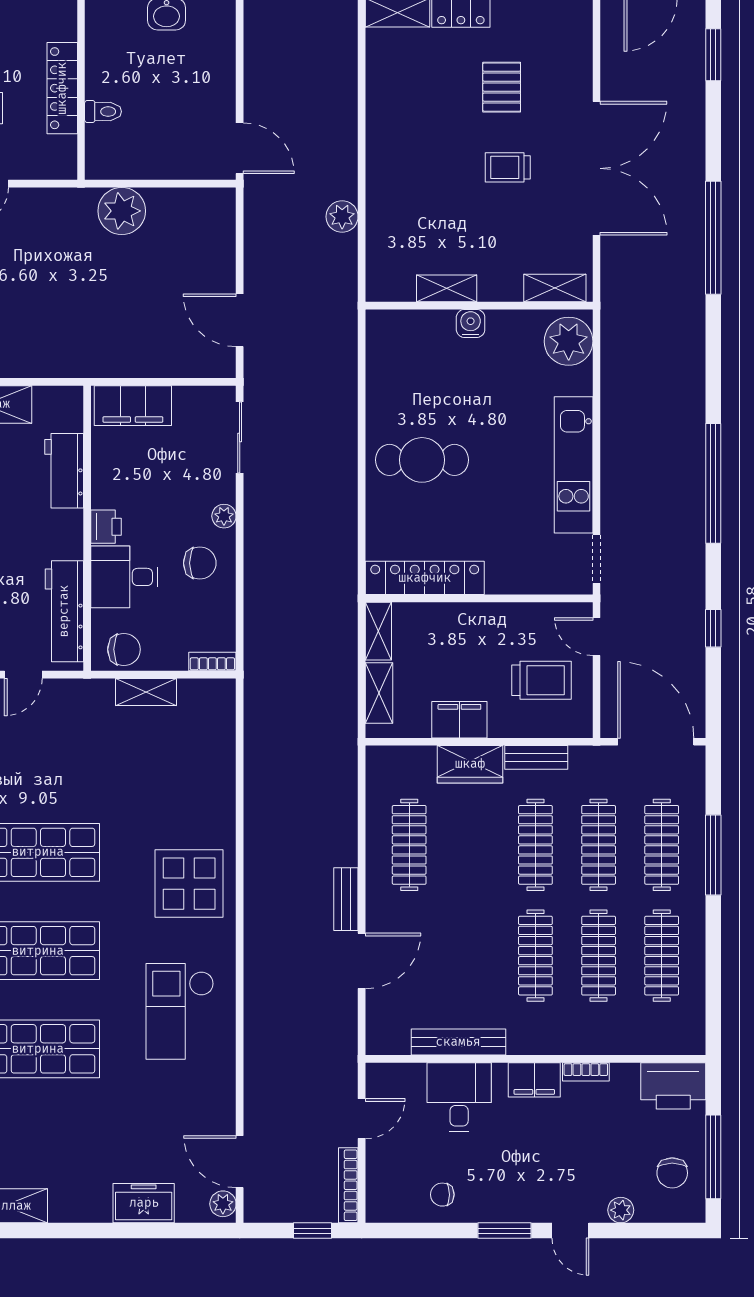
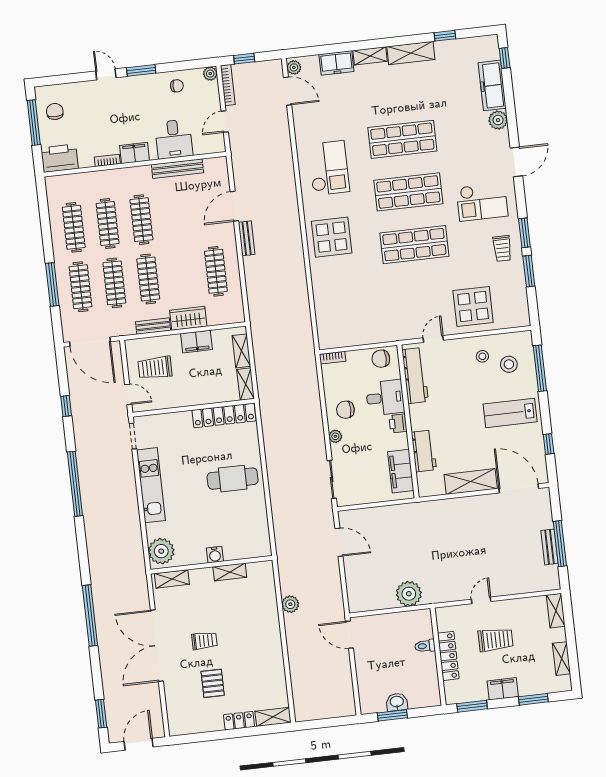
filing cabinet: (133, 406) -> (401, 471), moved, turned -90
shelving: (146, 692) -> (370, 56), moved
plant: (621, 1210) -> (210, 74), moved

